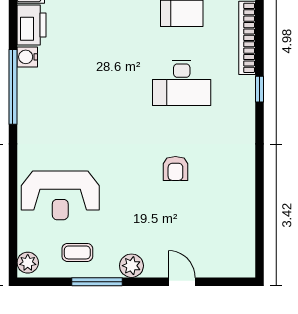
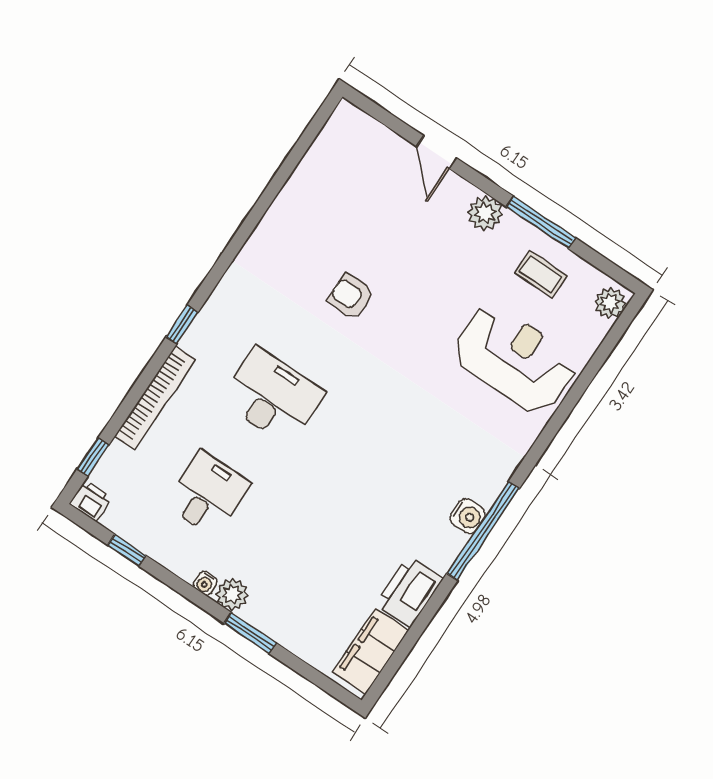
water cooler: (27, 57) -> (468, 516), moved
armchair: (175, 168) -> (351, 296), turned -90

